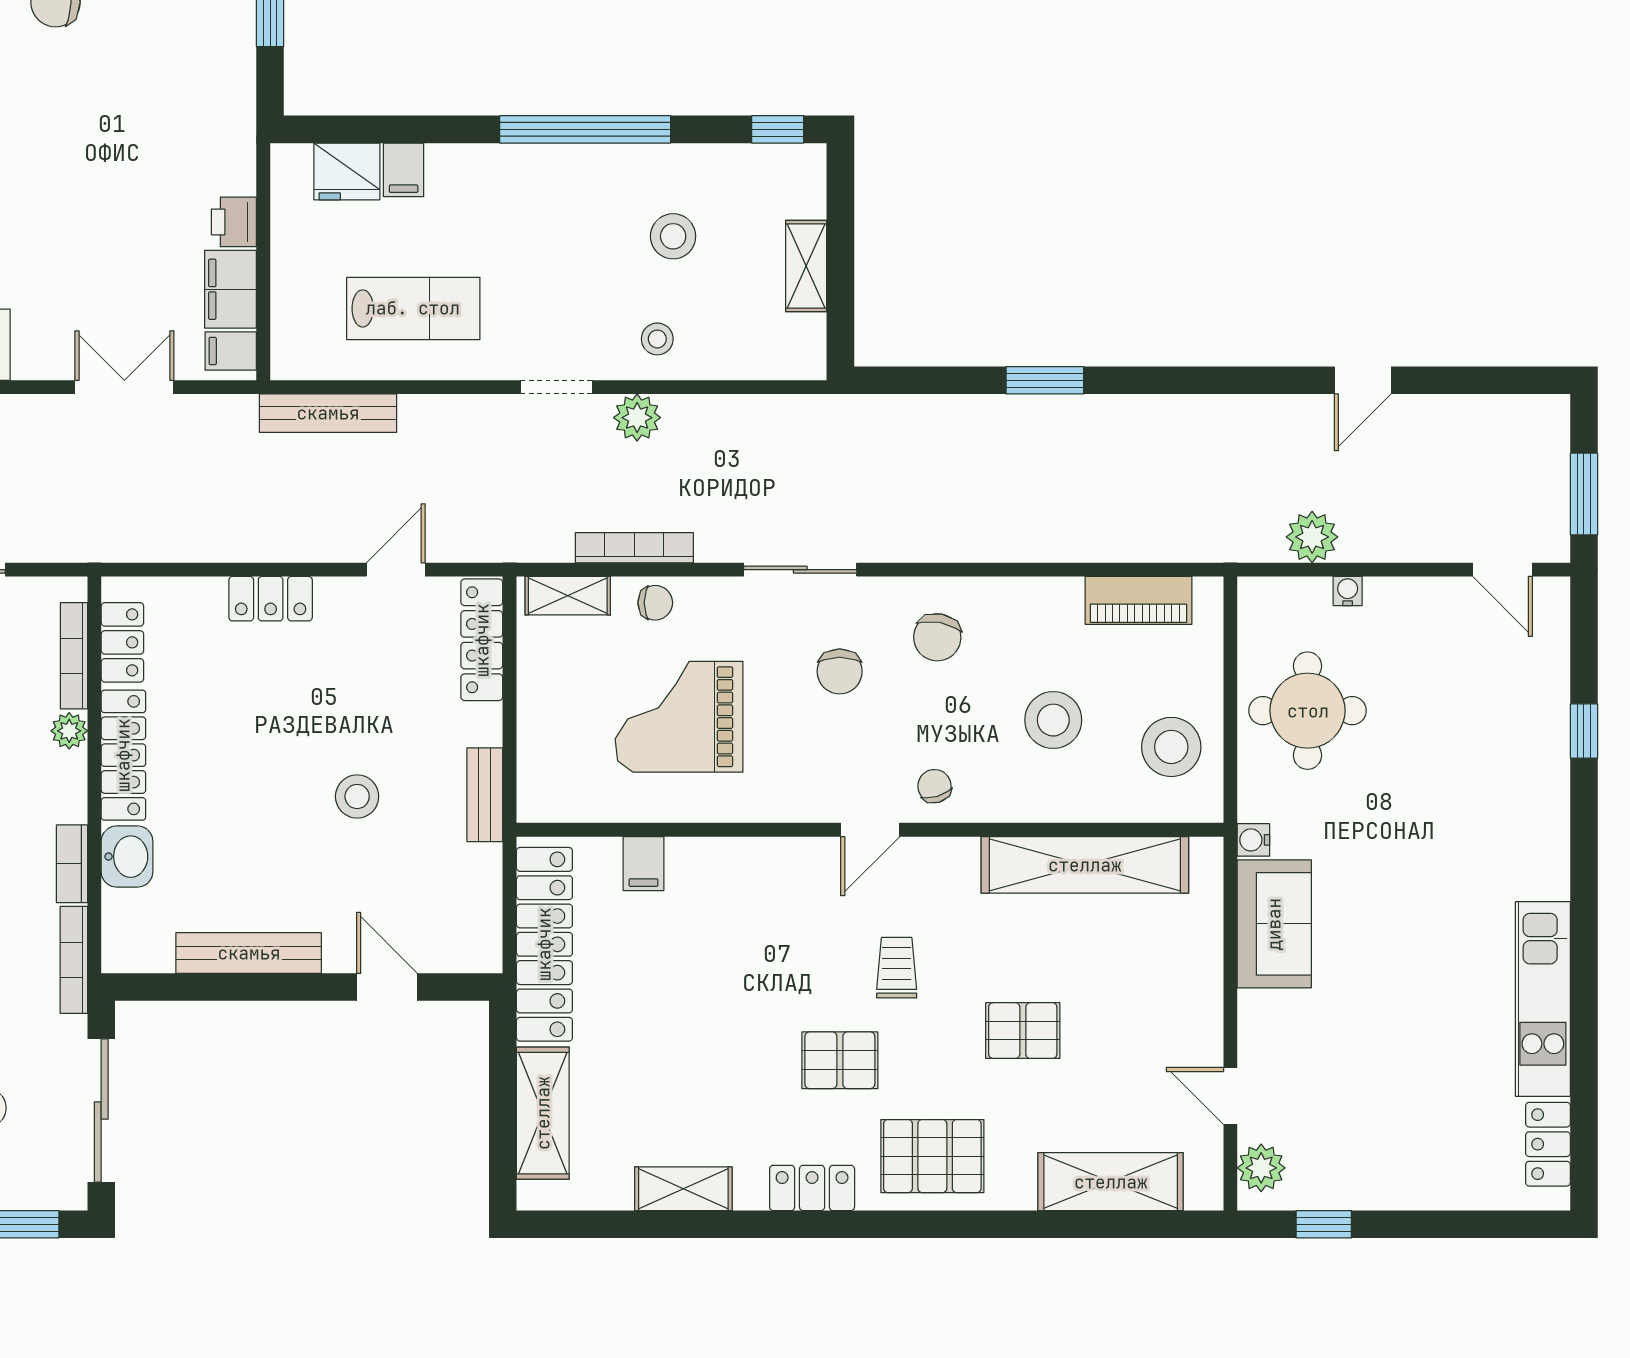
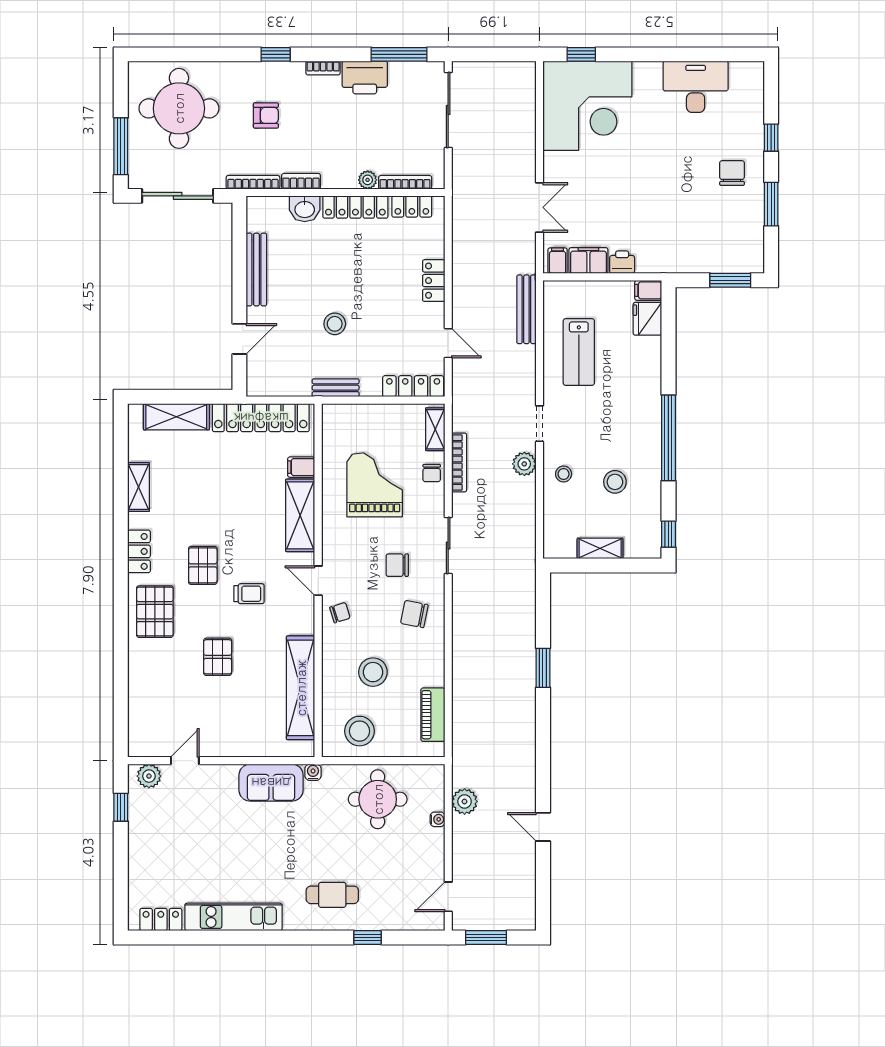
filing cabinet: (404, 170) -> (648, 290), moved
cafe table: (1499, 801) -> (332, 895), added
shelving: (1111, 1182) -> (300, 515), moved

